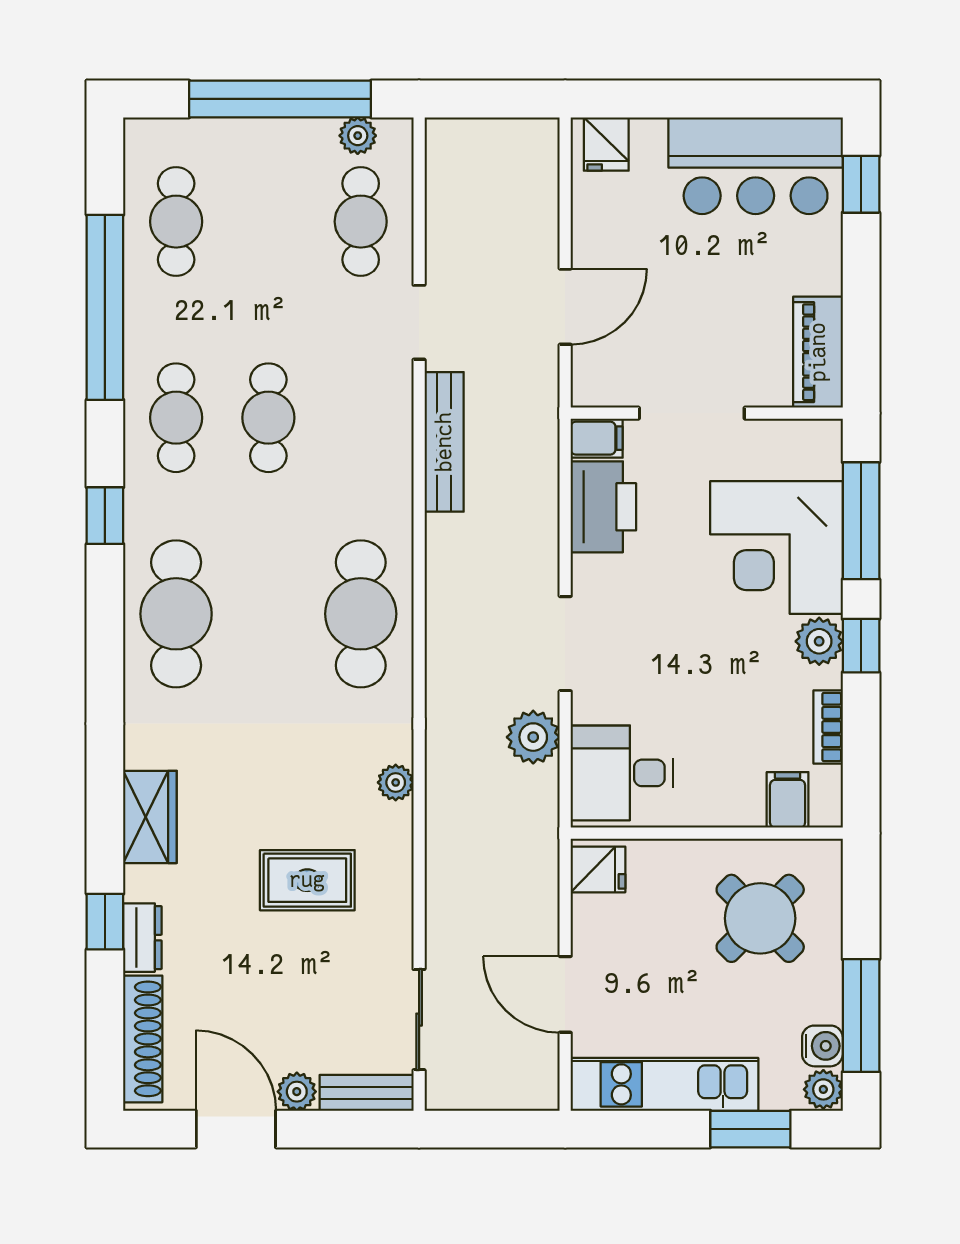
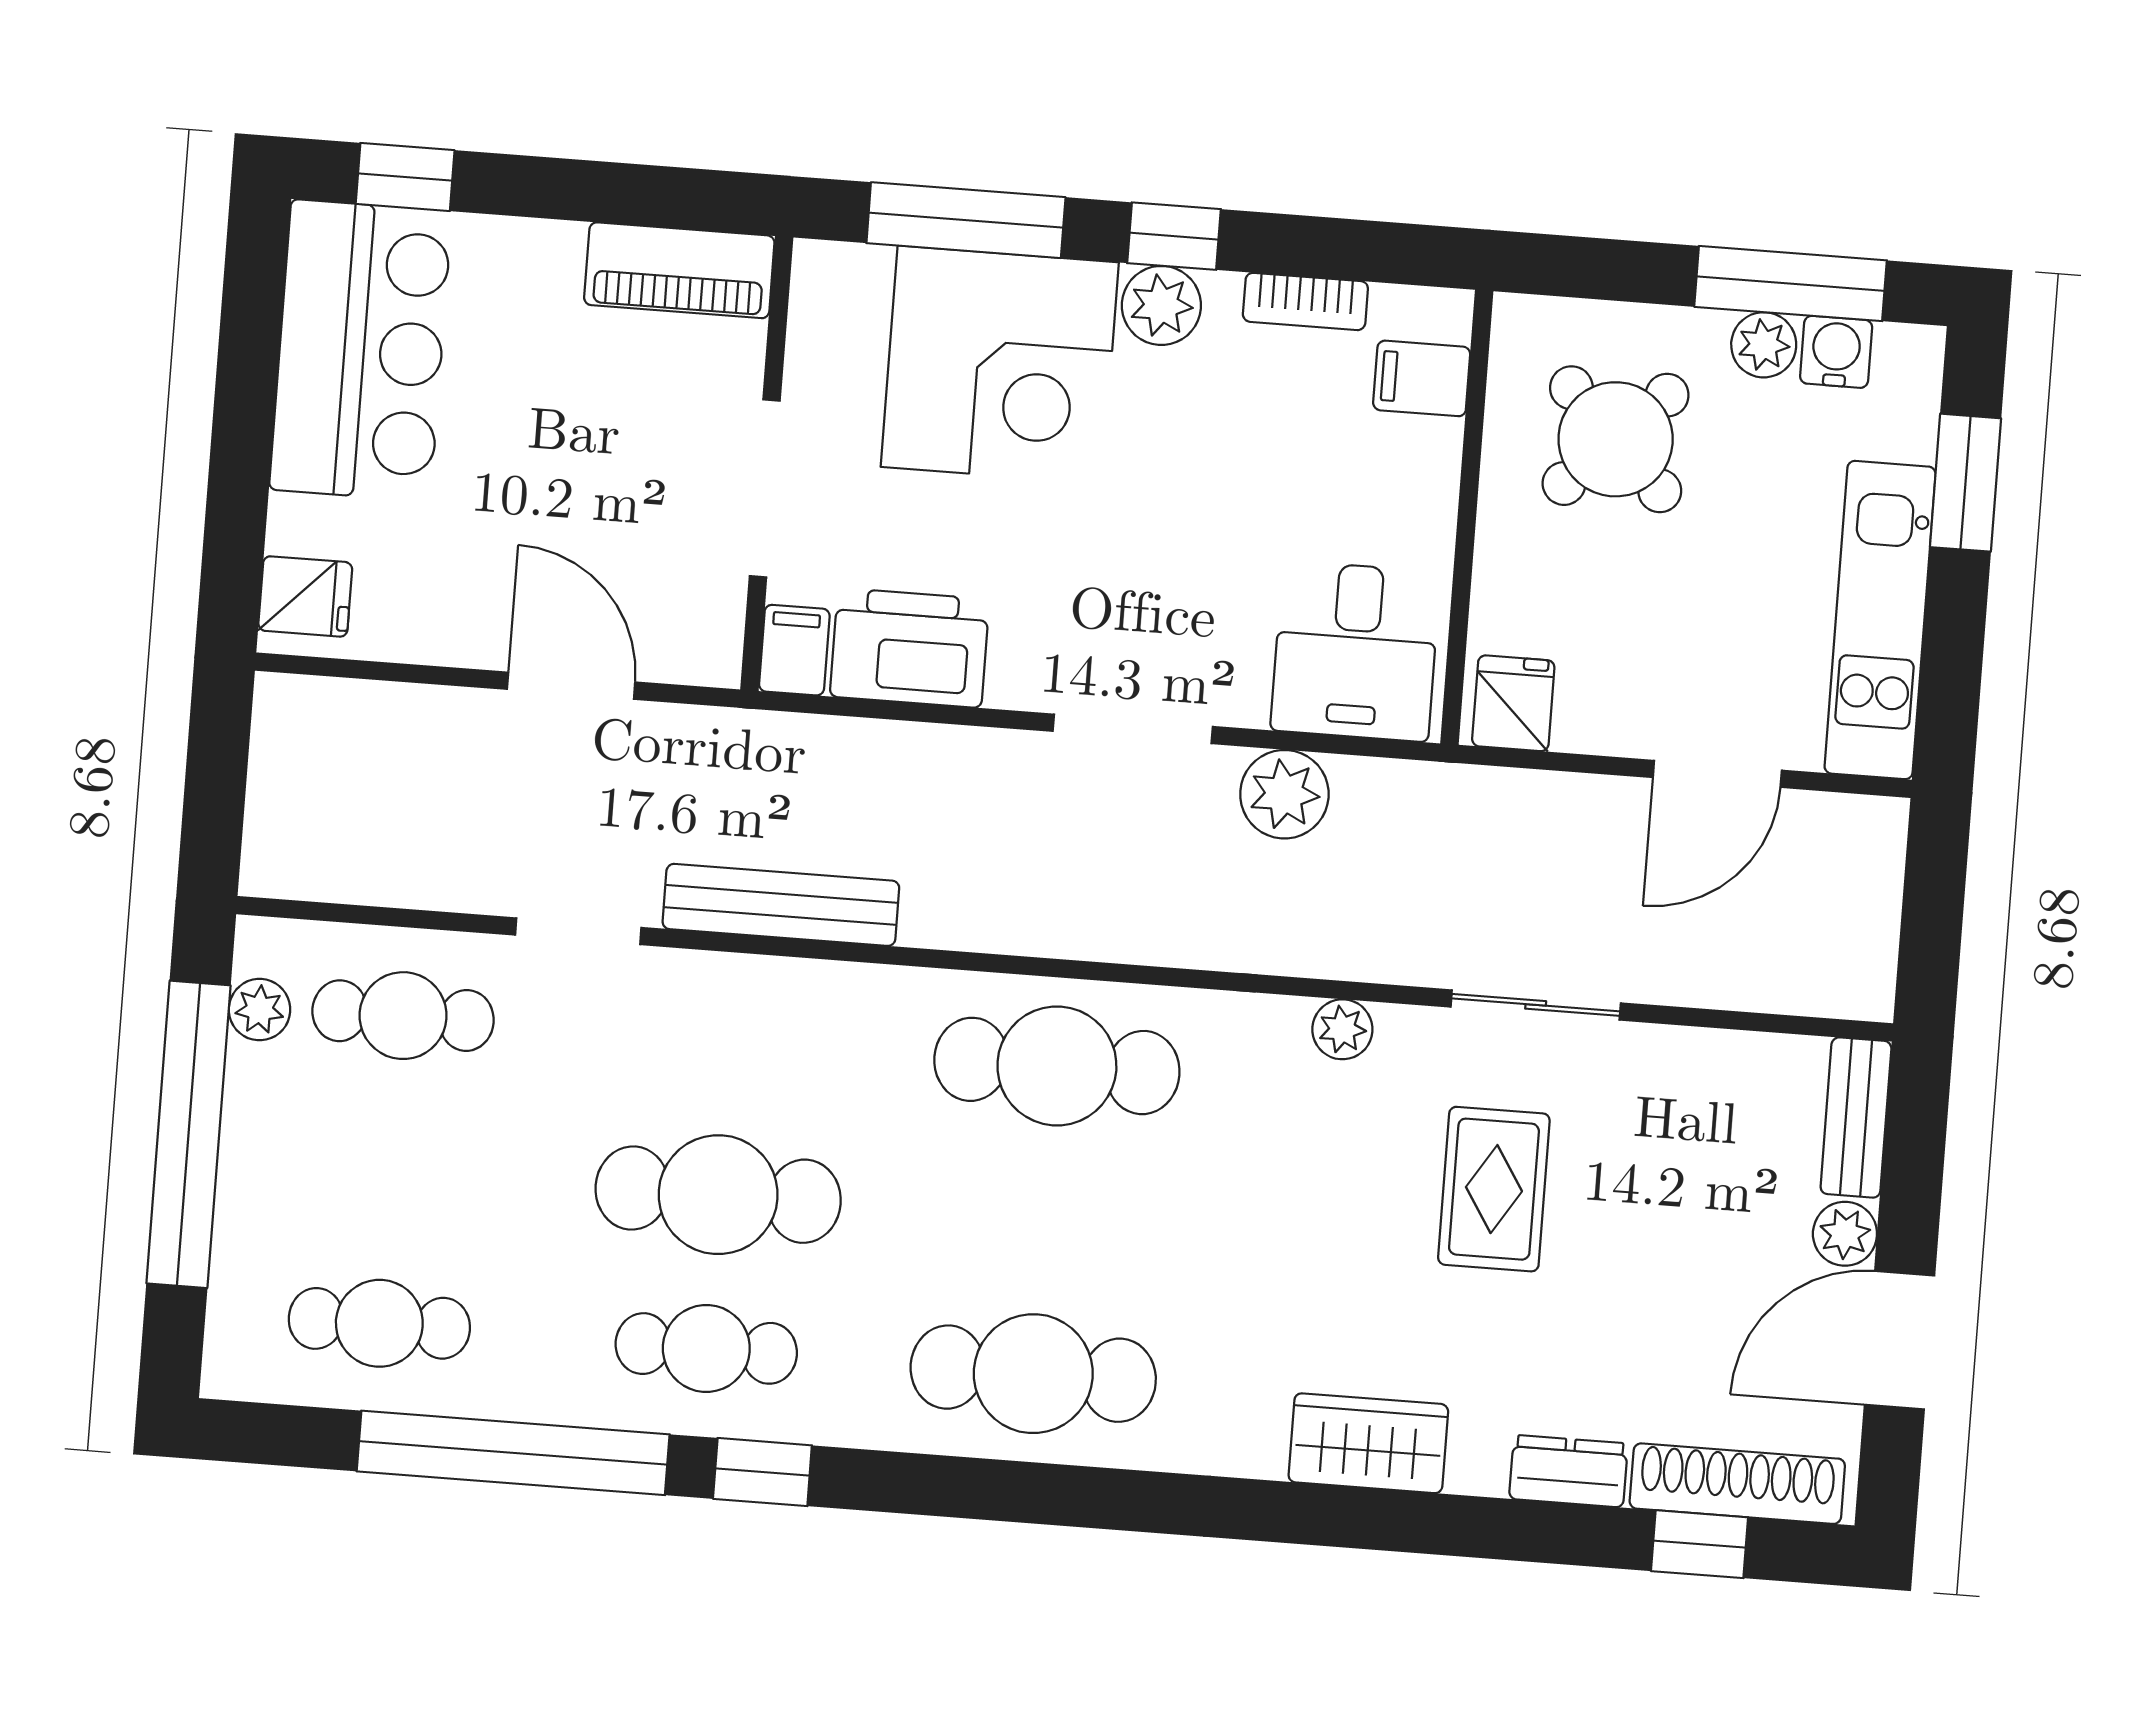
cafe table: (268, 418) -> (718, 1195), width x1.37, depth x1.35
window: (105, 516) -> (762, 1472), moved
window: (105, 922) -> (1700, 1544), moved
sliding door: (419, 1020) -> (1536, 1005), moved
plant: (823, 1089) -> (1764, 345), moved

